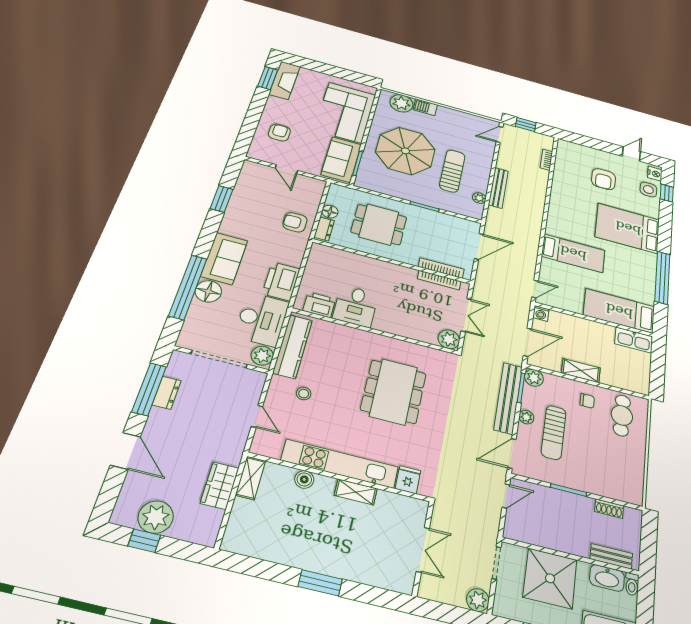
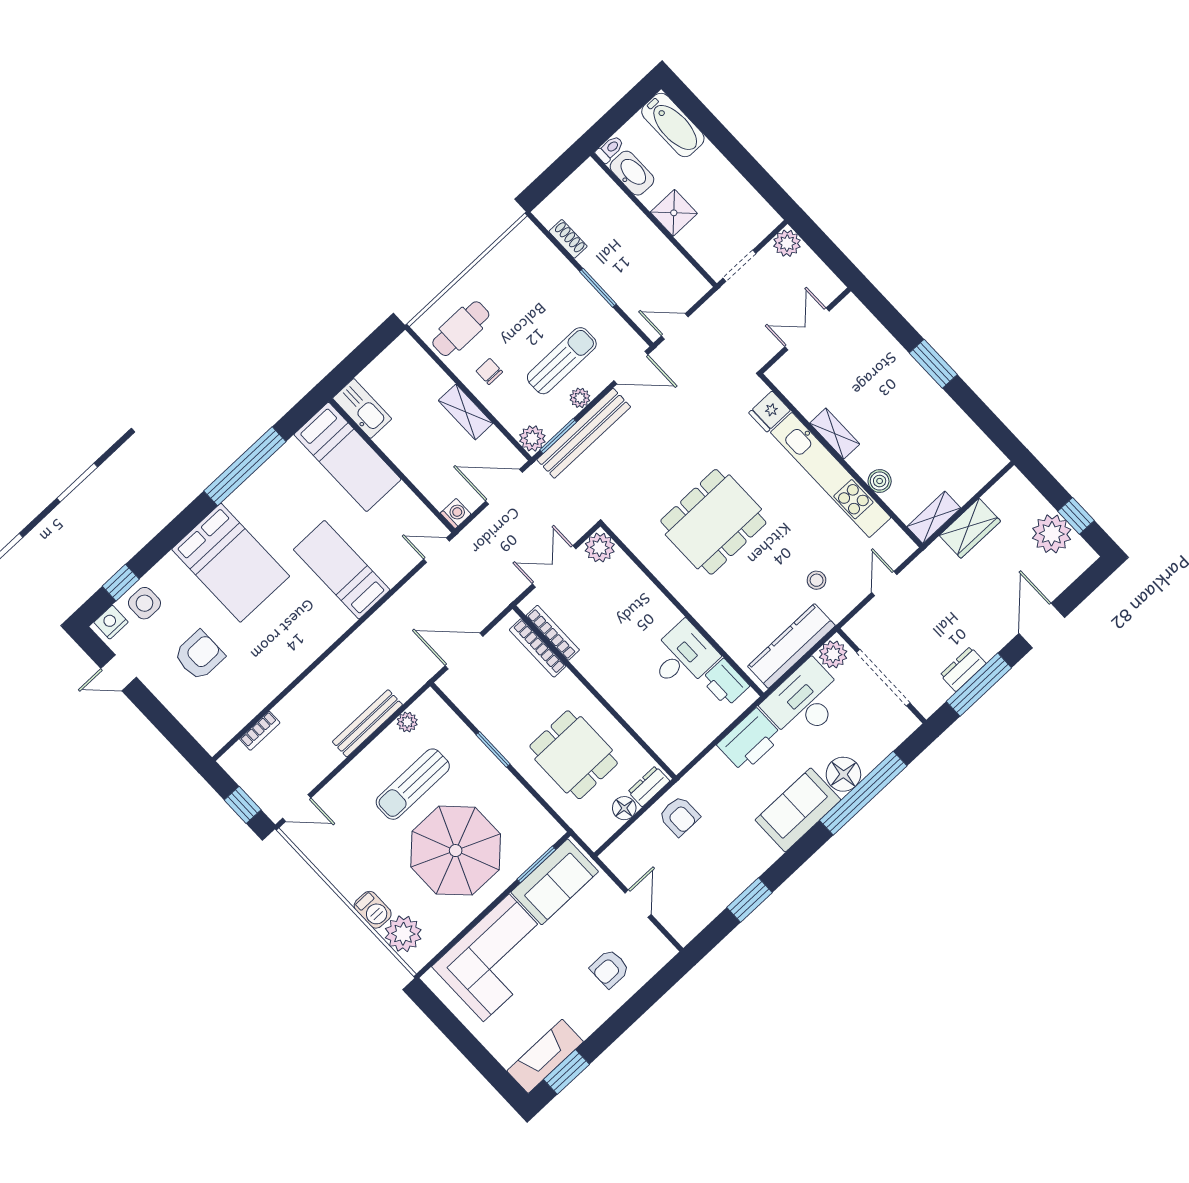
bench: (611, 556) -> (608, 190), removed
shower: (550, 578) -> (674, 213), width x0.54, depth x0.54

